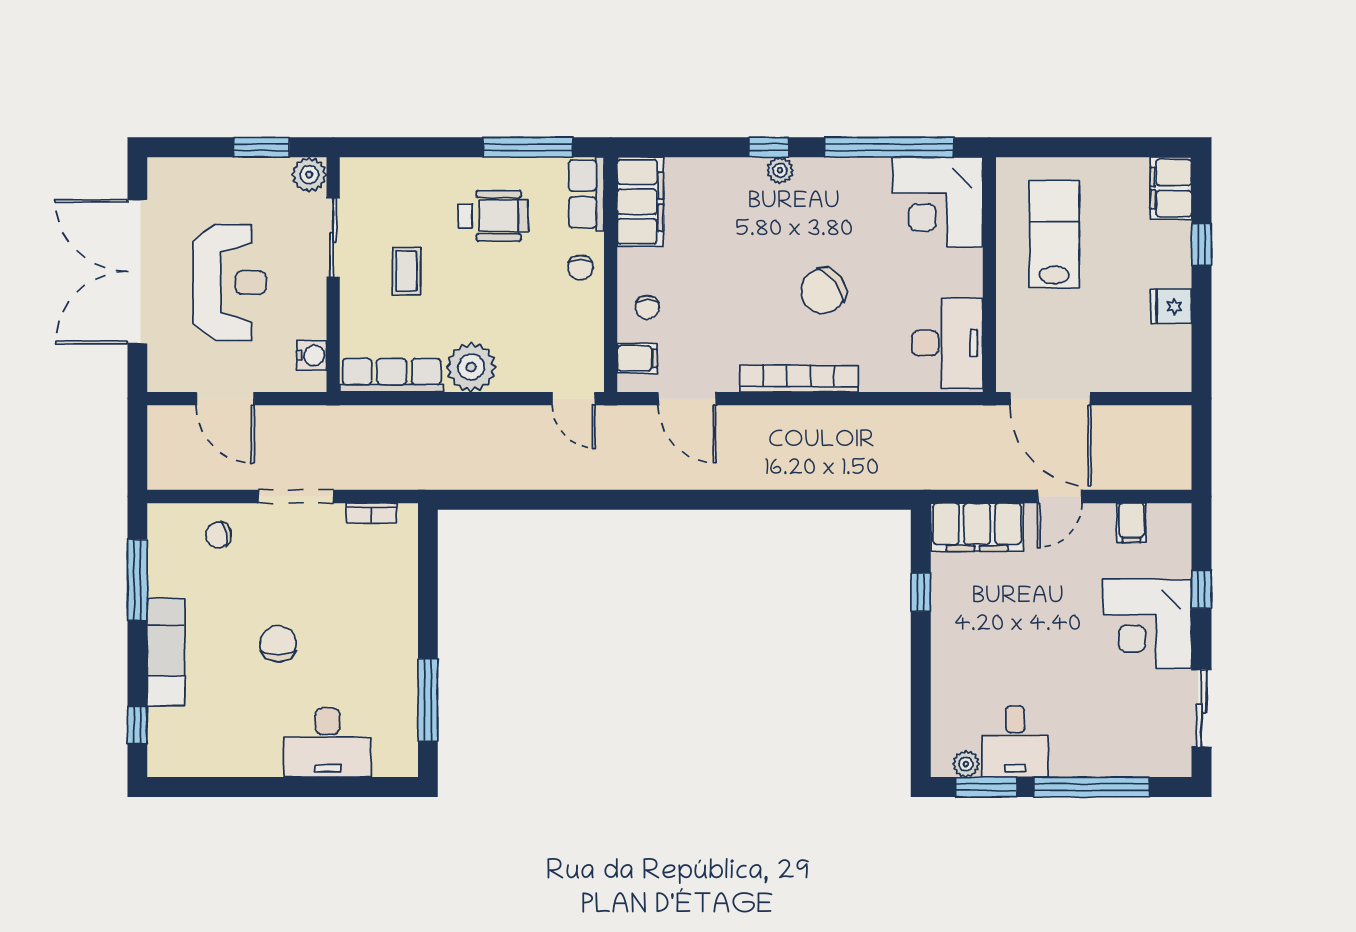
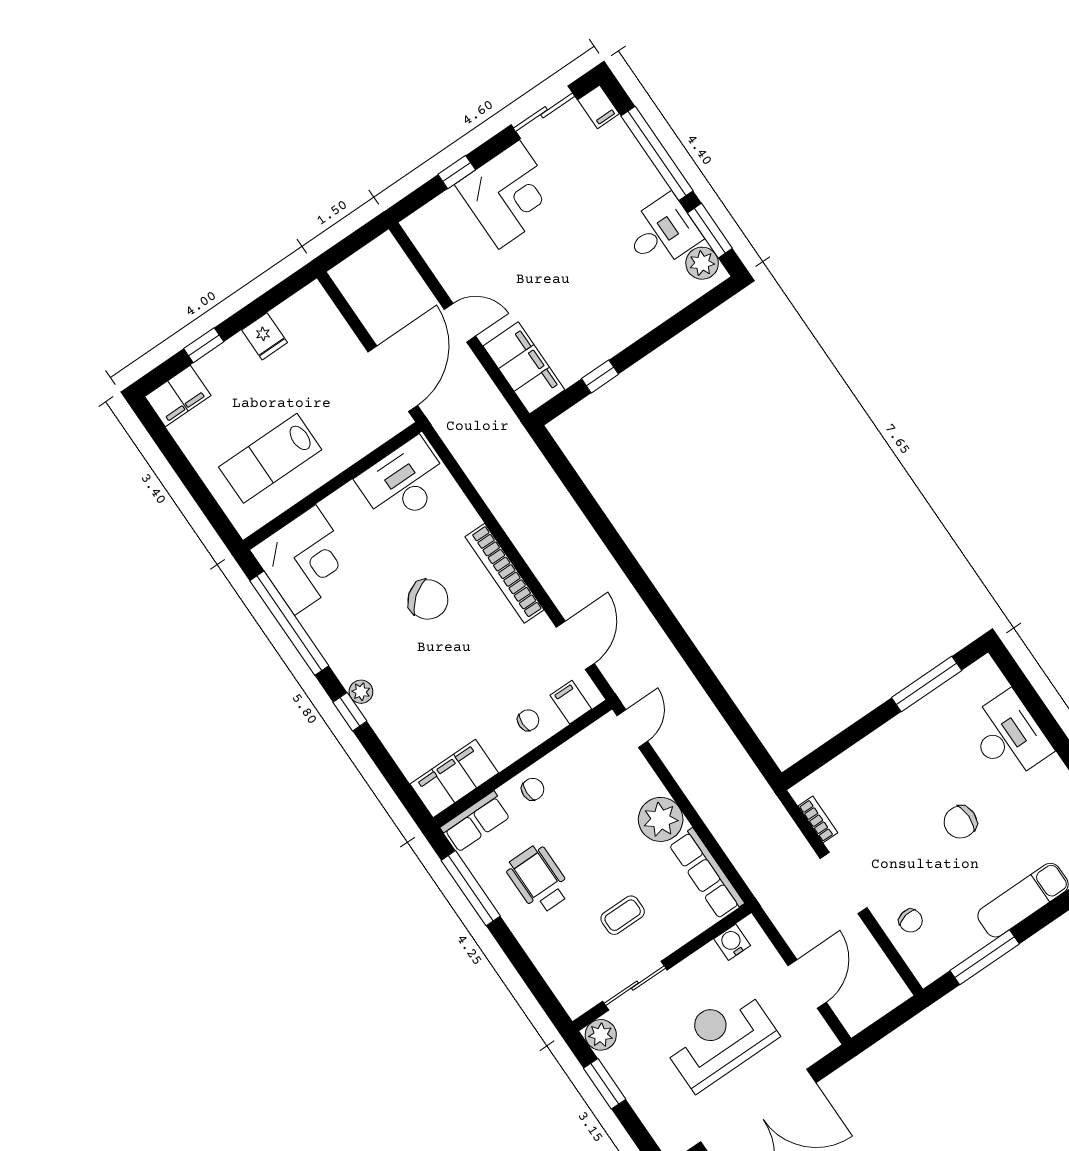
filing cabinet: (1131, 523) -> (599, 107), moved, turned 90
plant: (966, 764) -> (702, 263), width x1.38, depth x1.38

